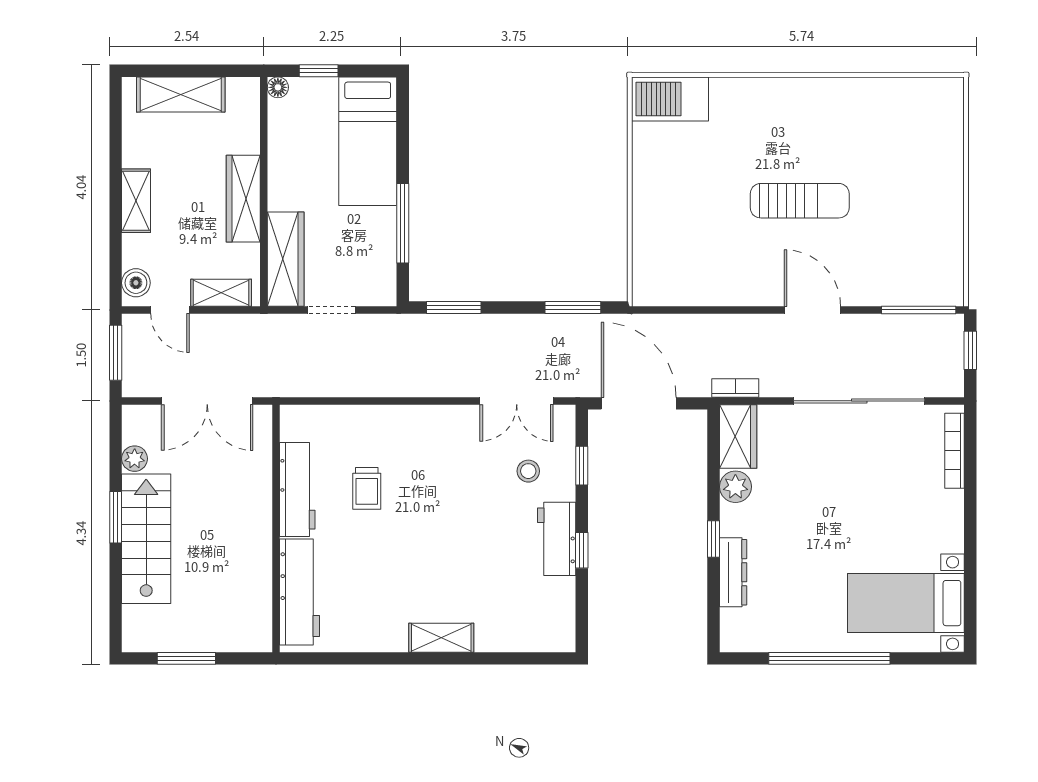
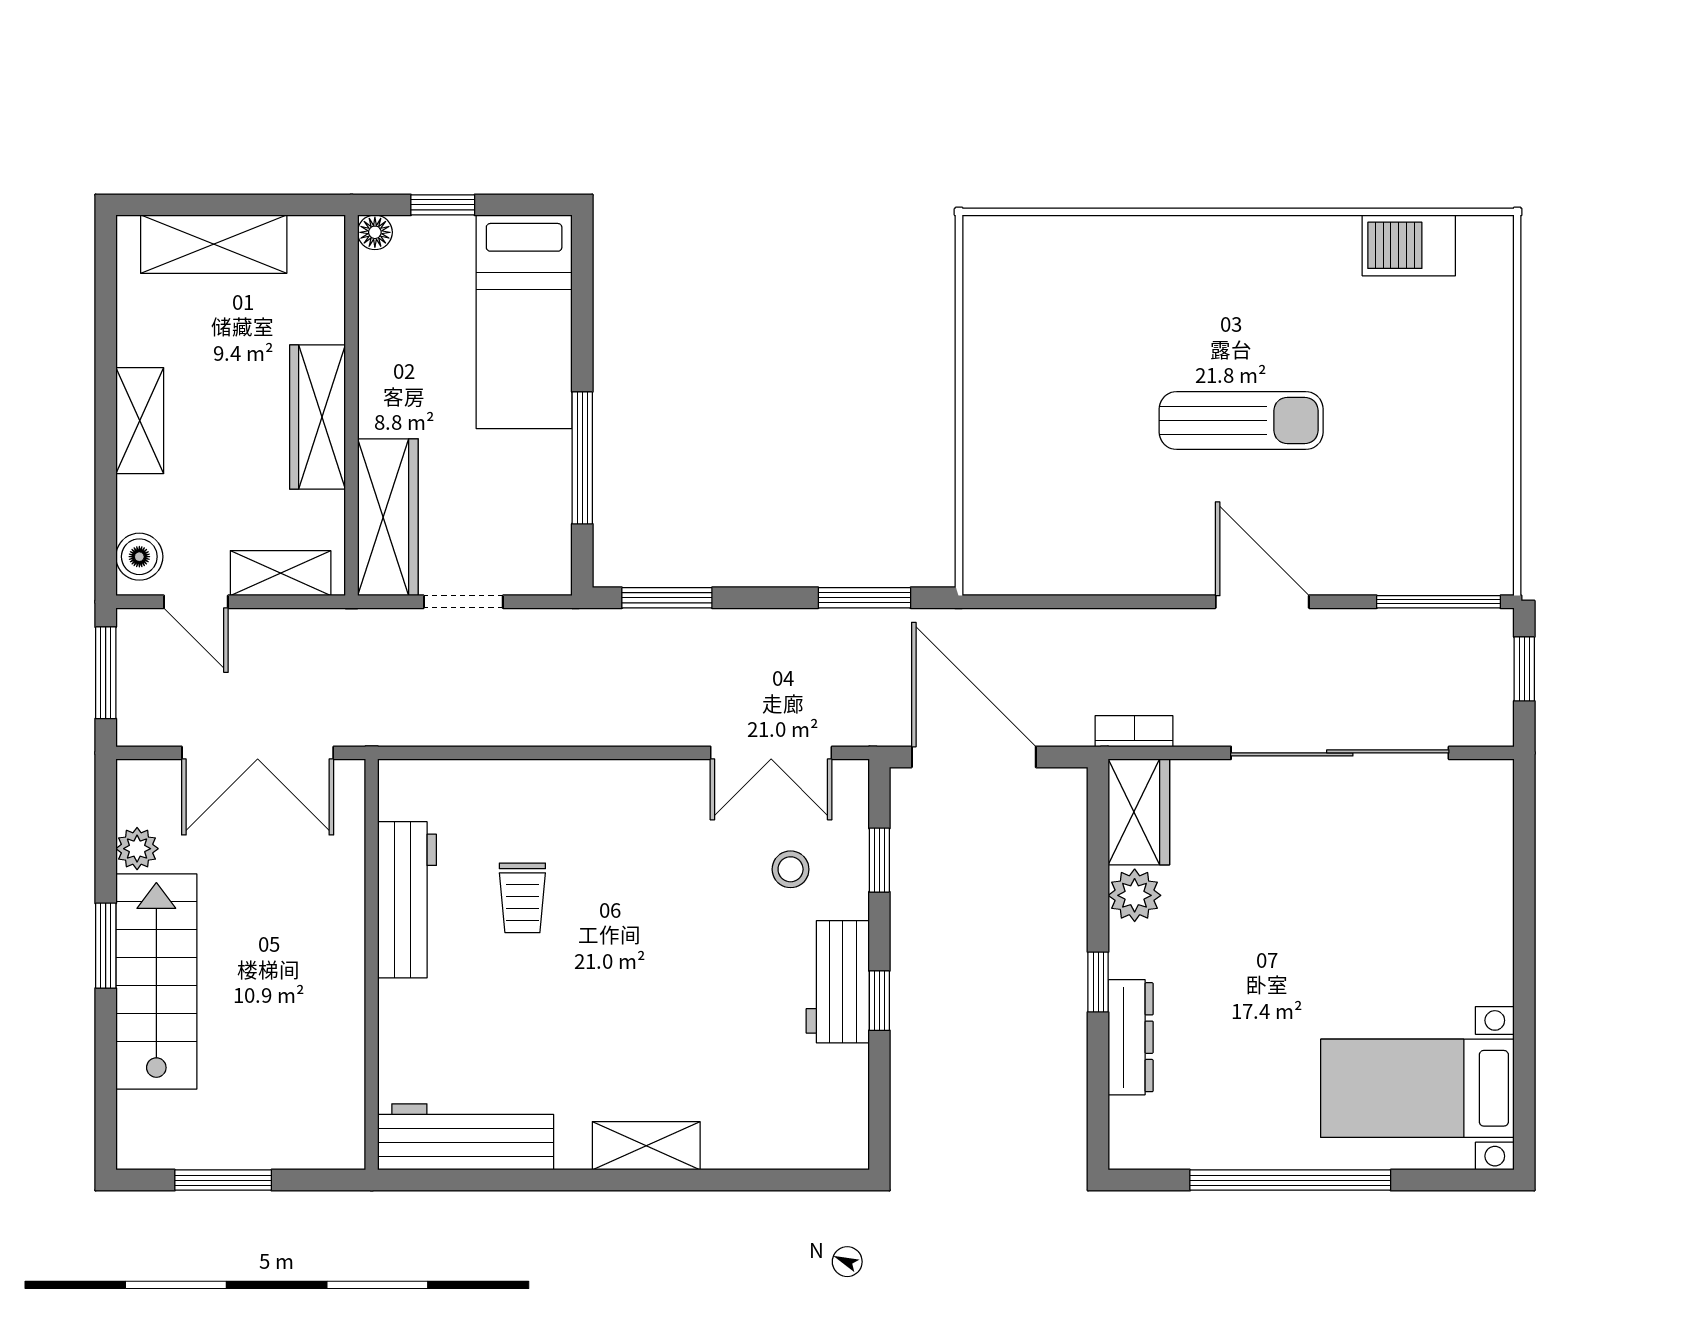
barbecue: (670, 99) -> (1409, 245), moved, width x0.73, depth x0.83
bookcase: (955, 451) -> (1498, 835), removed
workbench: (299, 592) -> (466, 1137), moved, turned -90

